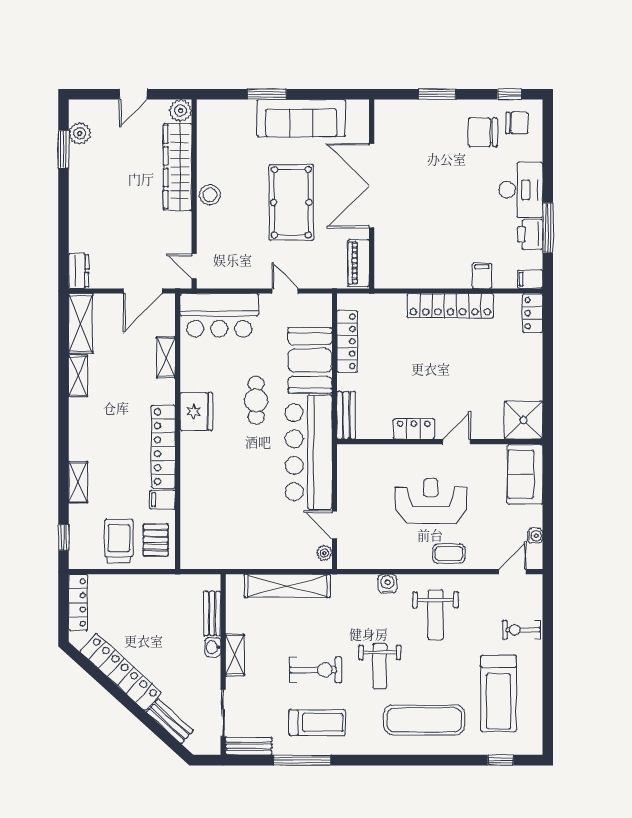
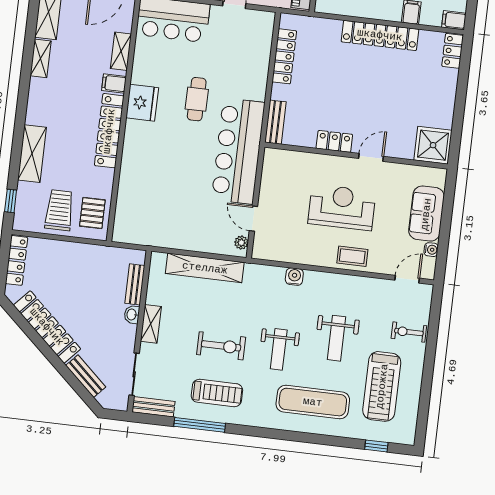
booth: (310, 361) -> (249, 69), removed
sofa: (525, 474) -> (426, 214), moved
shelving: (78, 482) -> (32, 154), width x1.50, depth x1.33
filing cabinet: (162, 500) -> (114, 83), moved
weight bench: (436, 615) -> (337, 338), moved

